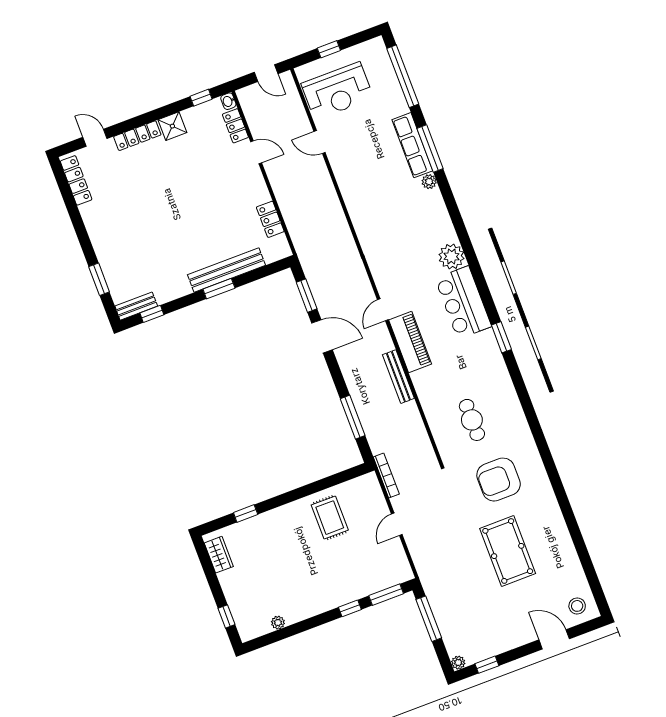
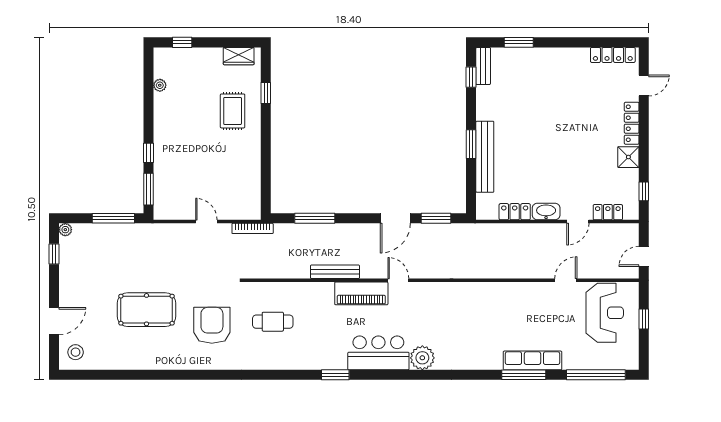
reception desk: (337, 91) -> (605, 313), turned 180
washbasin: (228, 101) -> (546, 212), moved, width x1.91, depth x1.45
plant: (429, 182) -> (495, 363), removed
rug: (330, 518) -> (233, 111), moved, turned 90

